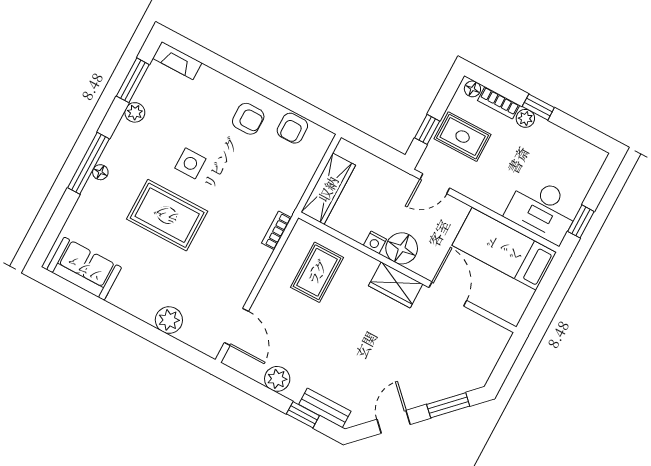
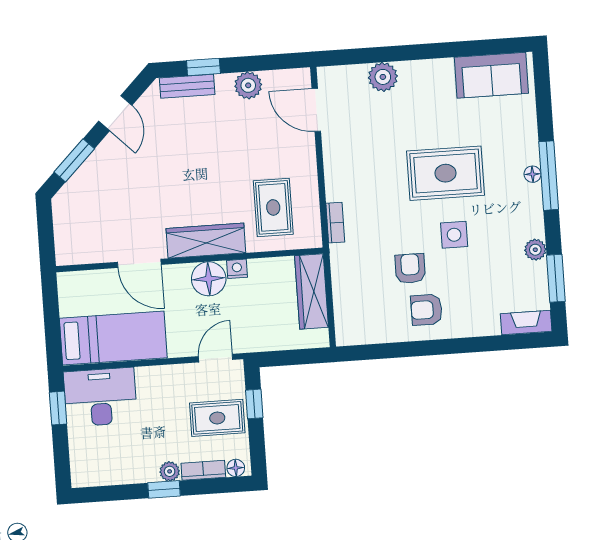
armchair: (292, 128) -> (410, 269), moved
wardrobe: (396, 285) -> (206, 241), width x1.50

